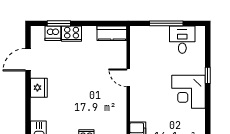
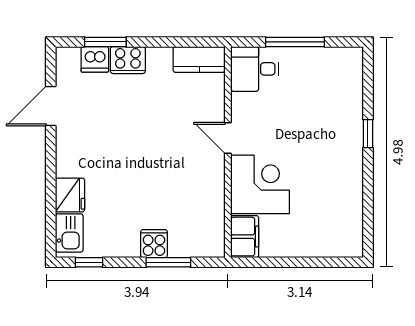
desk: (182, 40) -> (255, 69), moved, turned -90
fridge: (39, 88) -> (70, 195), moved
corner desk: (188, 92) -> (260, 184), moved, turned 180

